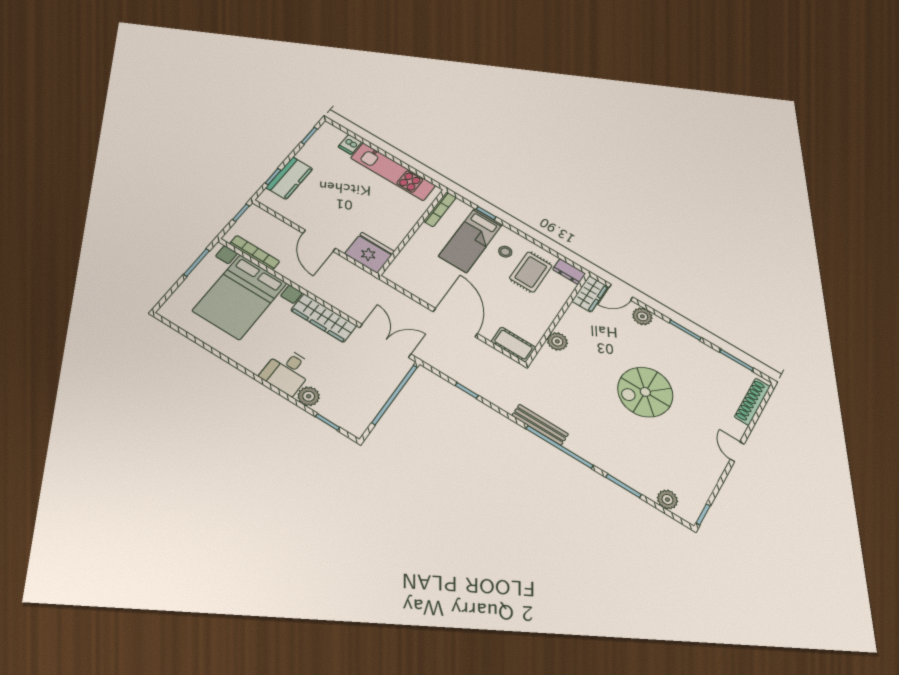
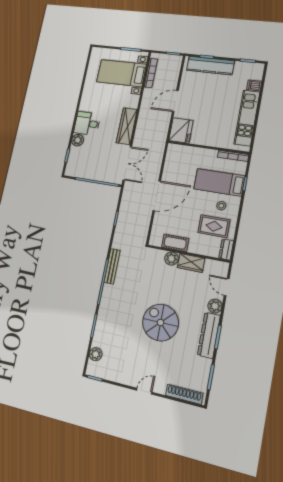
kitchen counter: (289, 178) -> (210, 66), width x1.50
wardrobe: (590, 294) -> (191, 263), moved
bed with nightstands: (240, 297) -> (121, 73), width x0.73
dresser: (680, 340) -> (209, 335), added
cot: (513, 345) -> (175, 243), moved, turned 90

